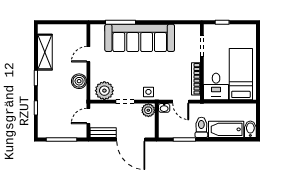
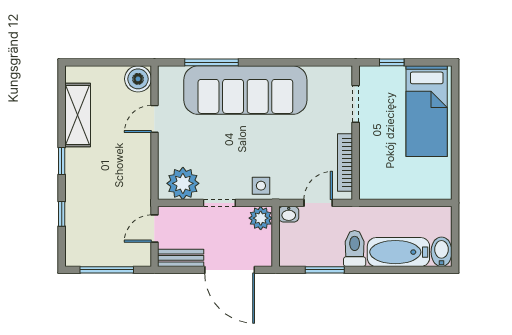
bed: (241, 74) -> (427, 111), moved, turned 180
boiler: (79, 81) -> (138, 79), moved
desk: (216, 86) -> (381, 176), removed
door: (181, 102) -> (318, 203), swing flipped

